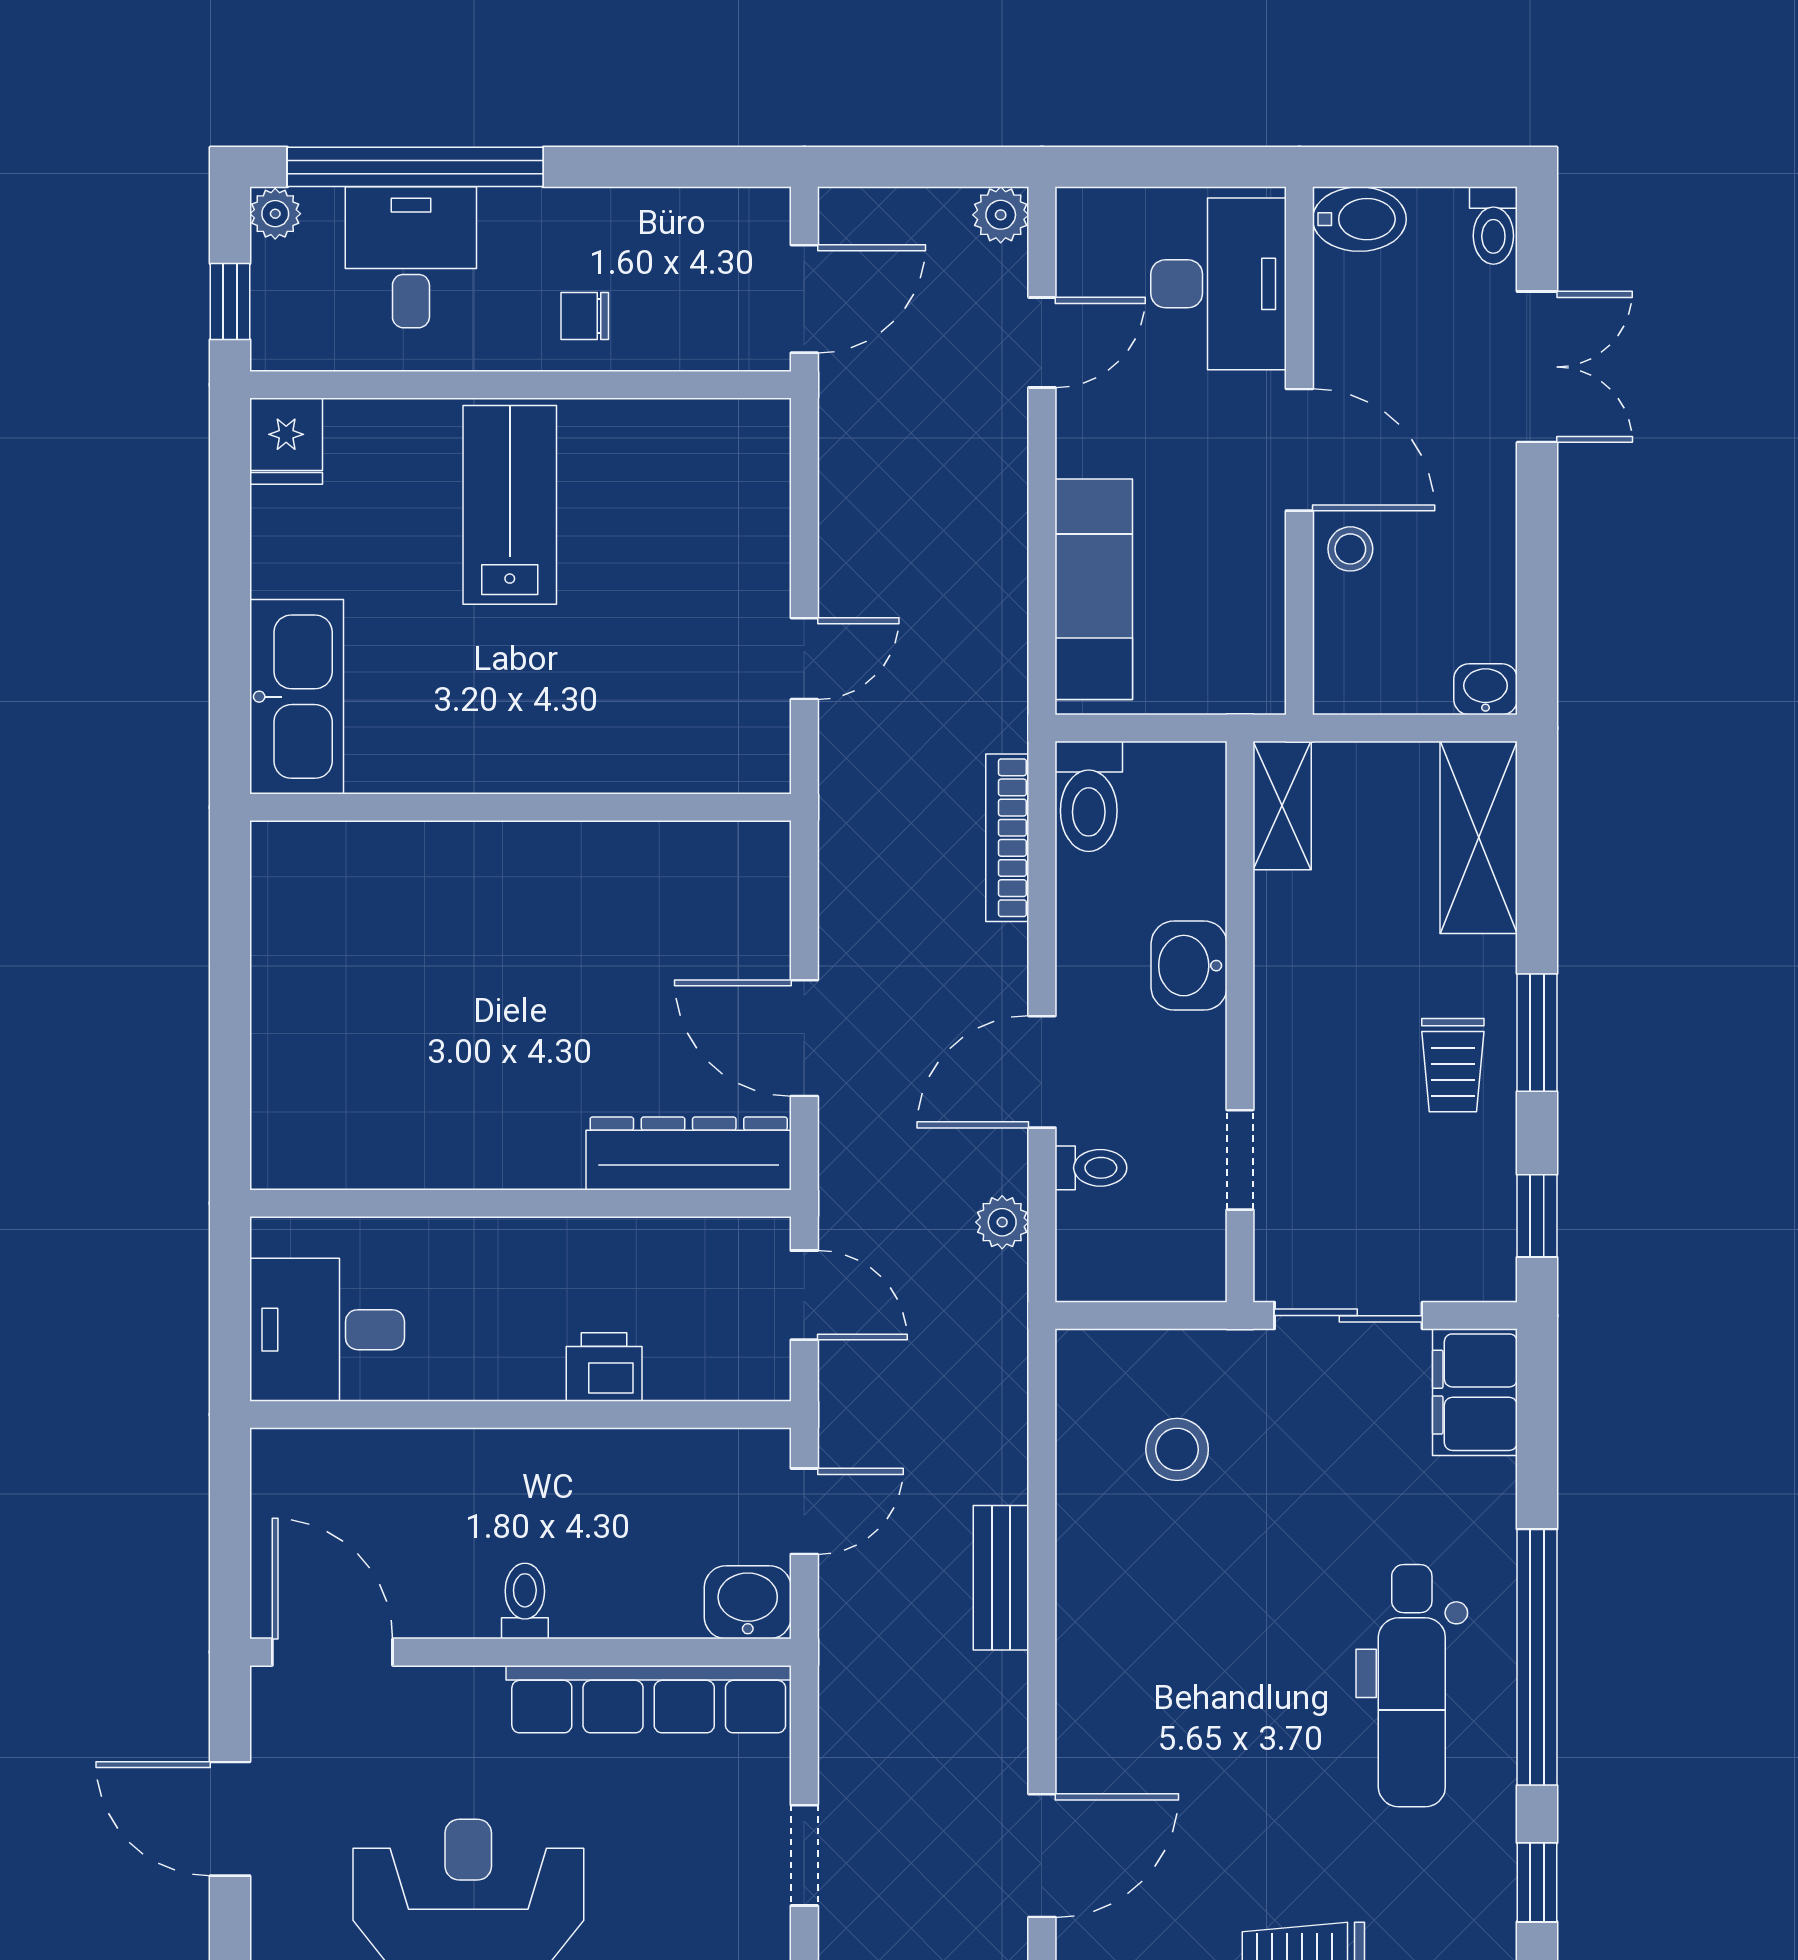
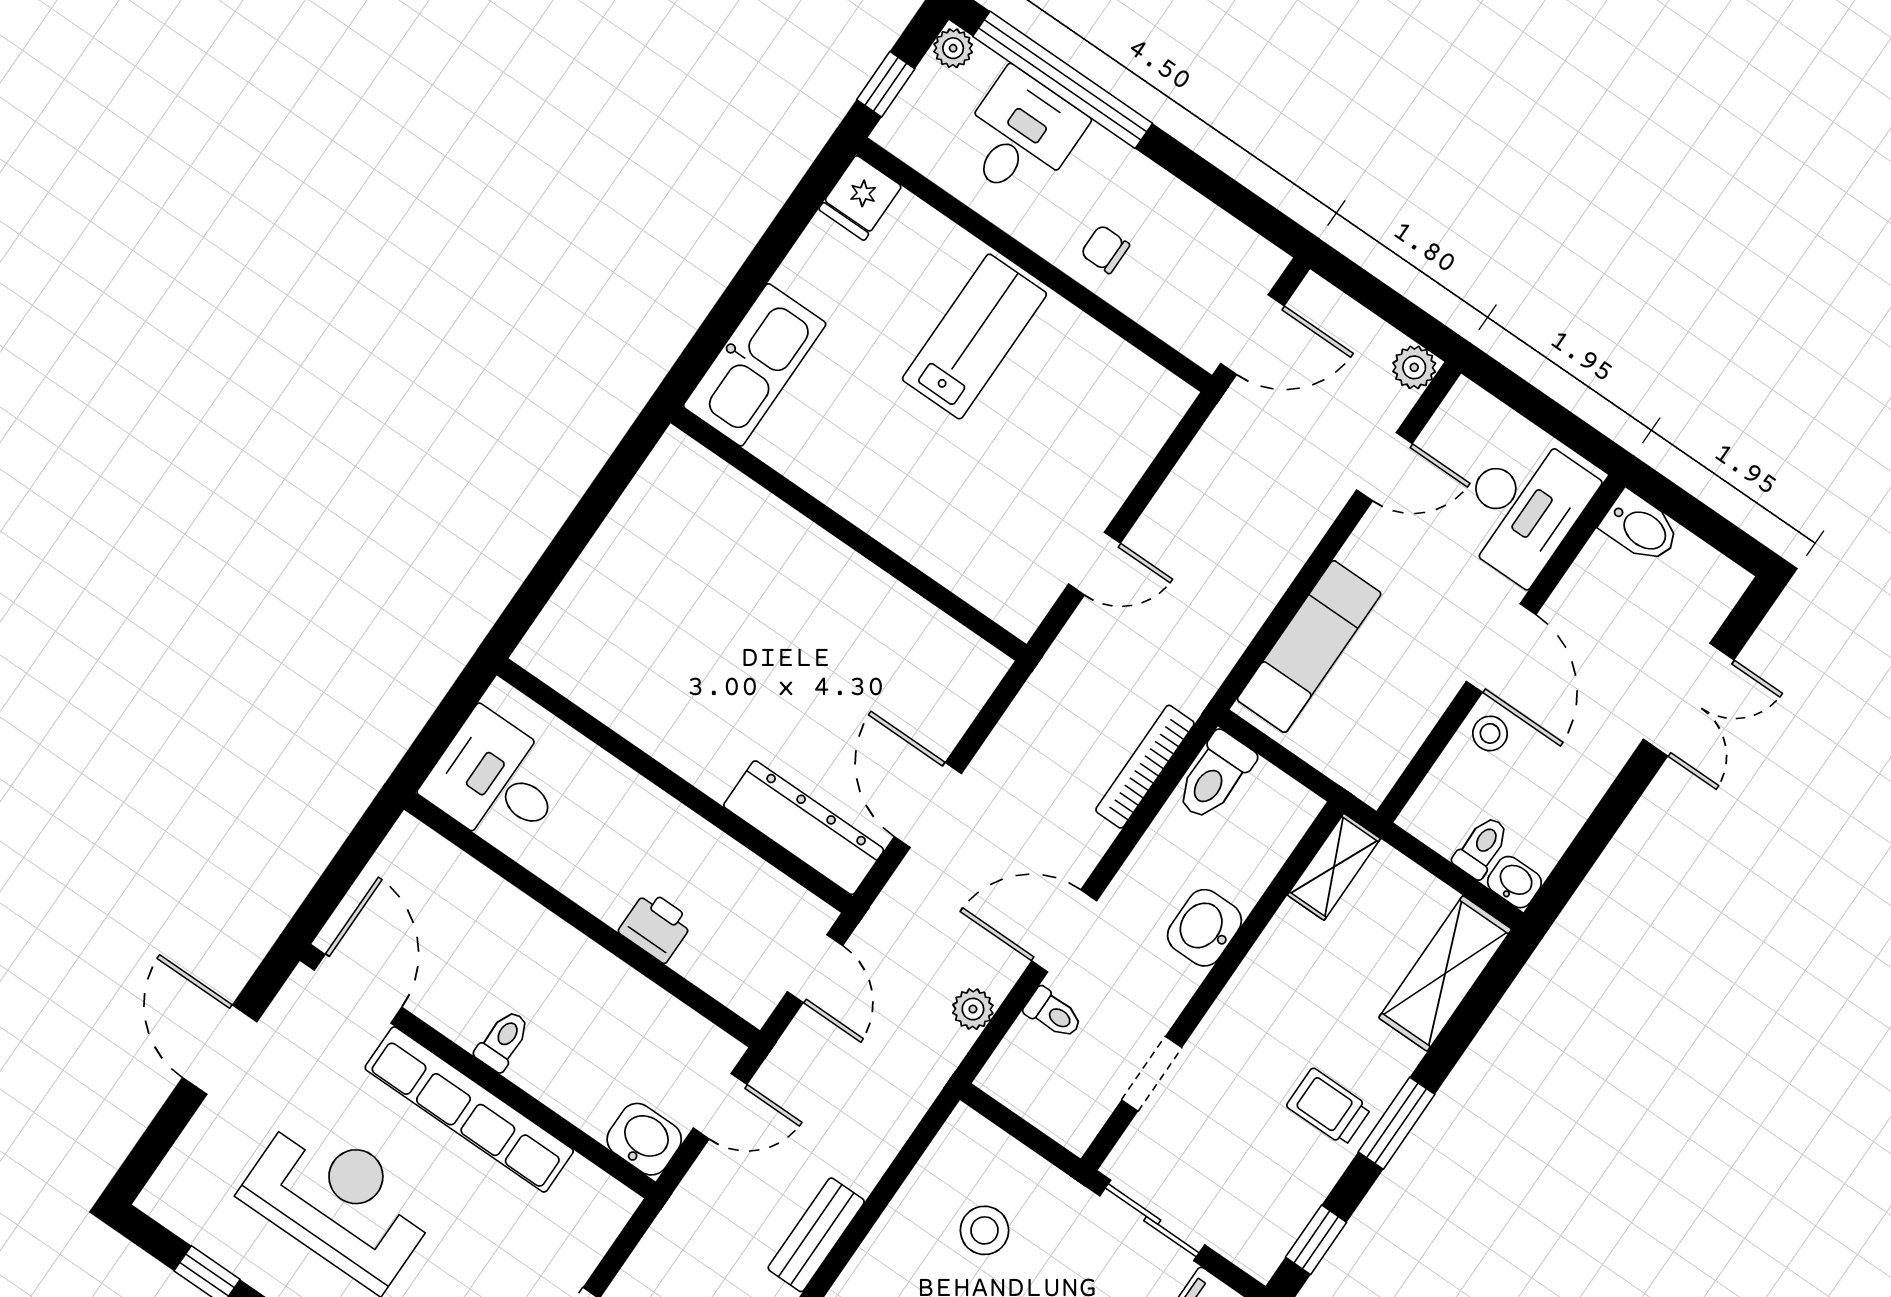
toilet: (1493, 226) -> (1482, 847), moved, turned 180
trolley: (1453, 1065) -> (1329, 1107), turned 90
row of seats: (649, 1699) -> (469, 1109), moved

